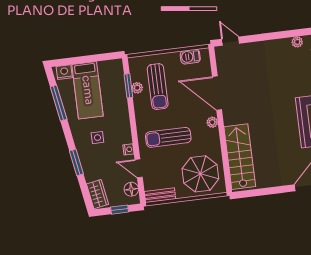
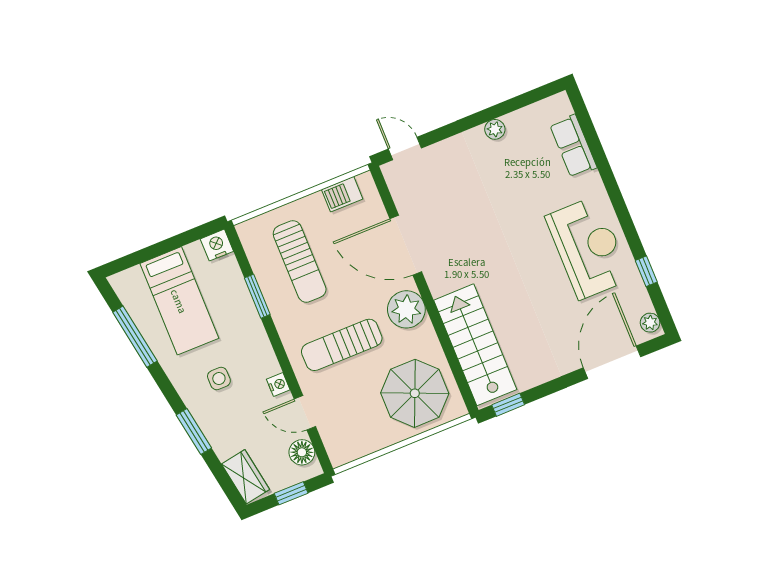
plant: (297, 42) -> (495, 129), moved
nightstand: (64, 72) -> (217, 245), moved
window: (128, 86) -> (257, 296), moved
plant: (137, 88) -> (265, 273), removed
plant: (212, 122) -> (406, 309), width x1.88, depth x1.88
window: (249, 194) -> (508, 405), added
bench: (160, 195) -> (355, 449), removed

